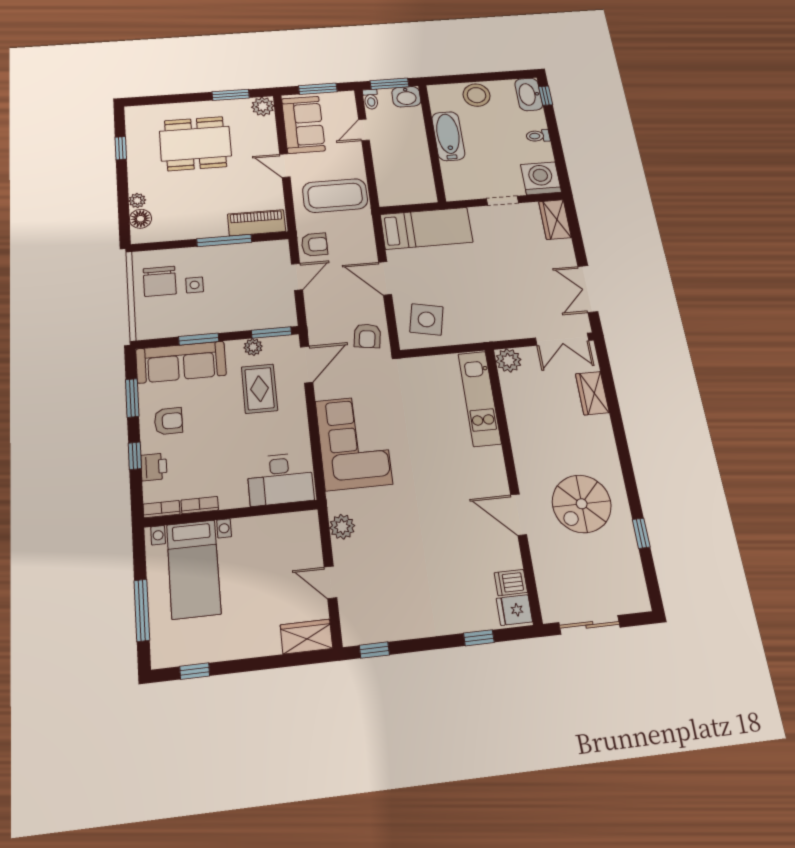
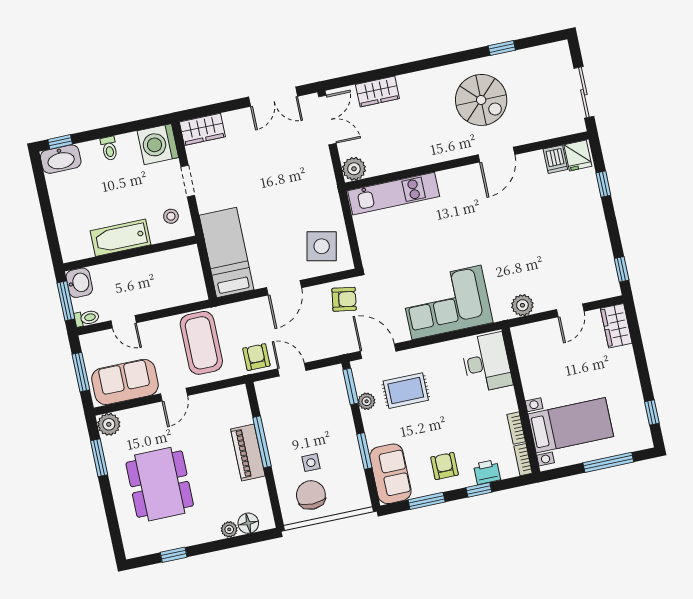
stool: (477, 95) -> (171, 216), moved, width x0.53, depth x0.53
piano: (257, 223) -> (248, 452), moved
chair: (160, 281) -> (311, 495), turned -90
sofa: (181, 362) -> (390, 474), width x0.73

